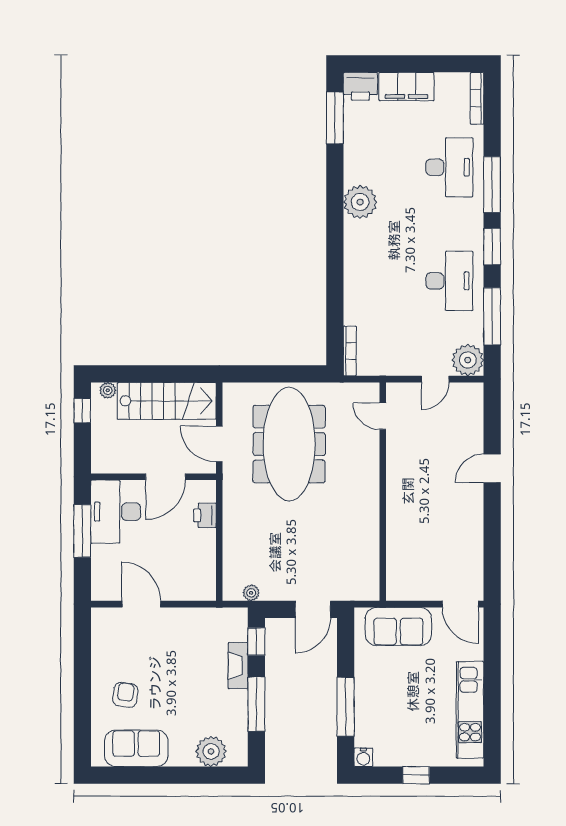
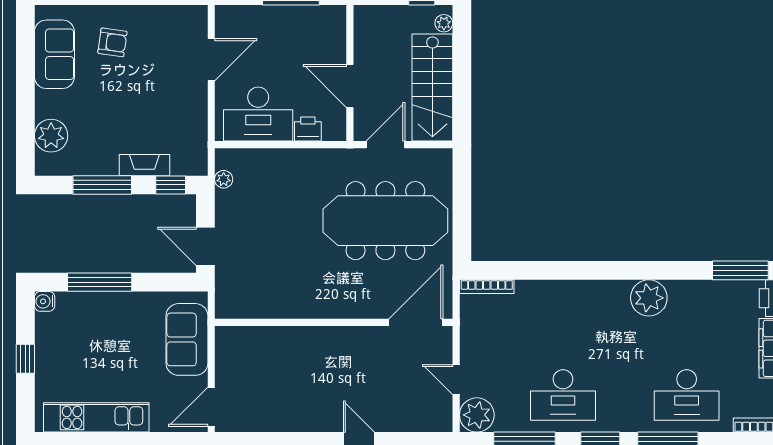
door: (383, 416) -> (416, 322), width x1.87
desk: (116, 512) -> (258, 114), moved, turned 180

